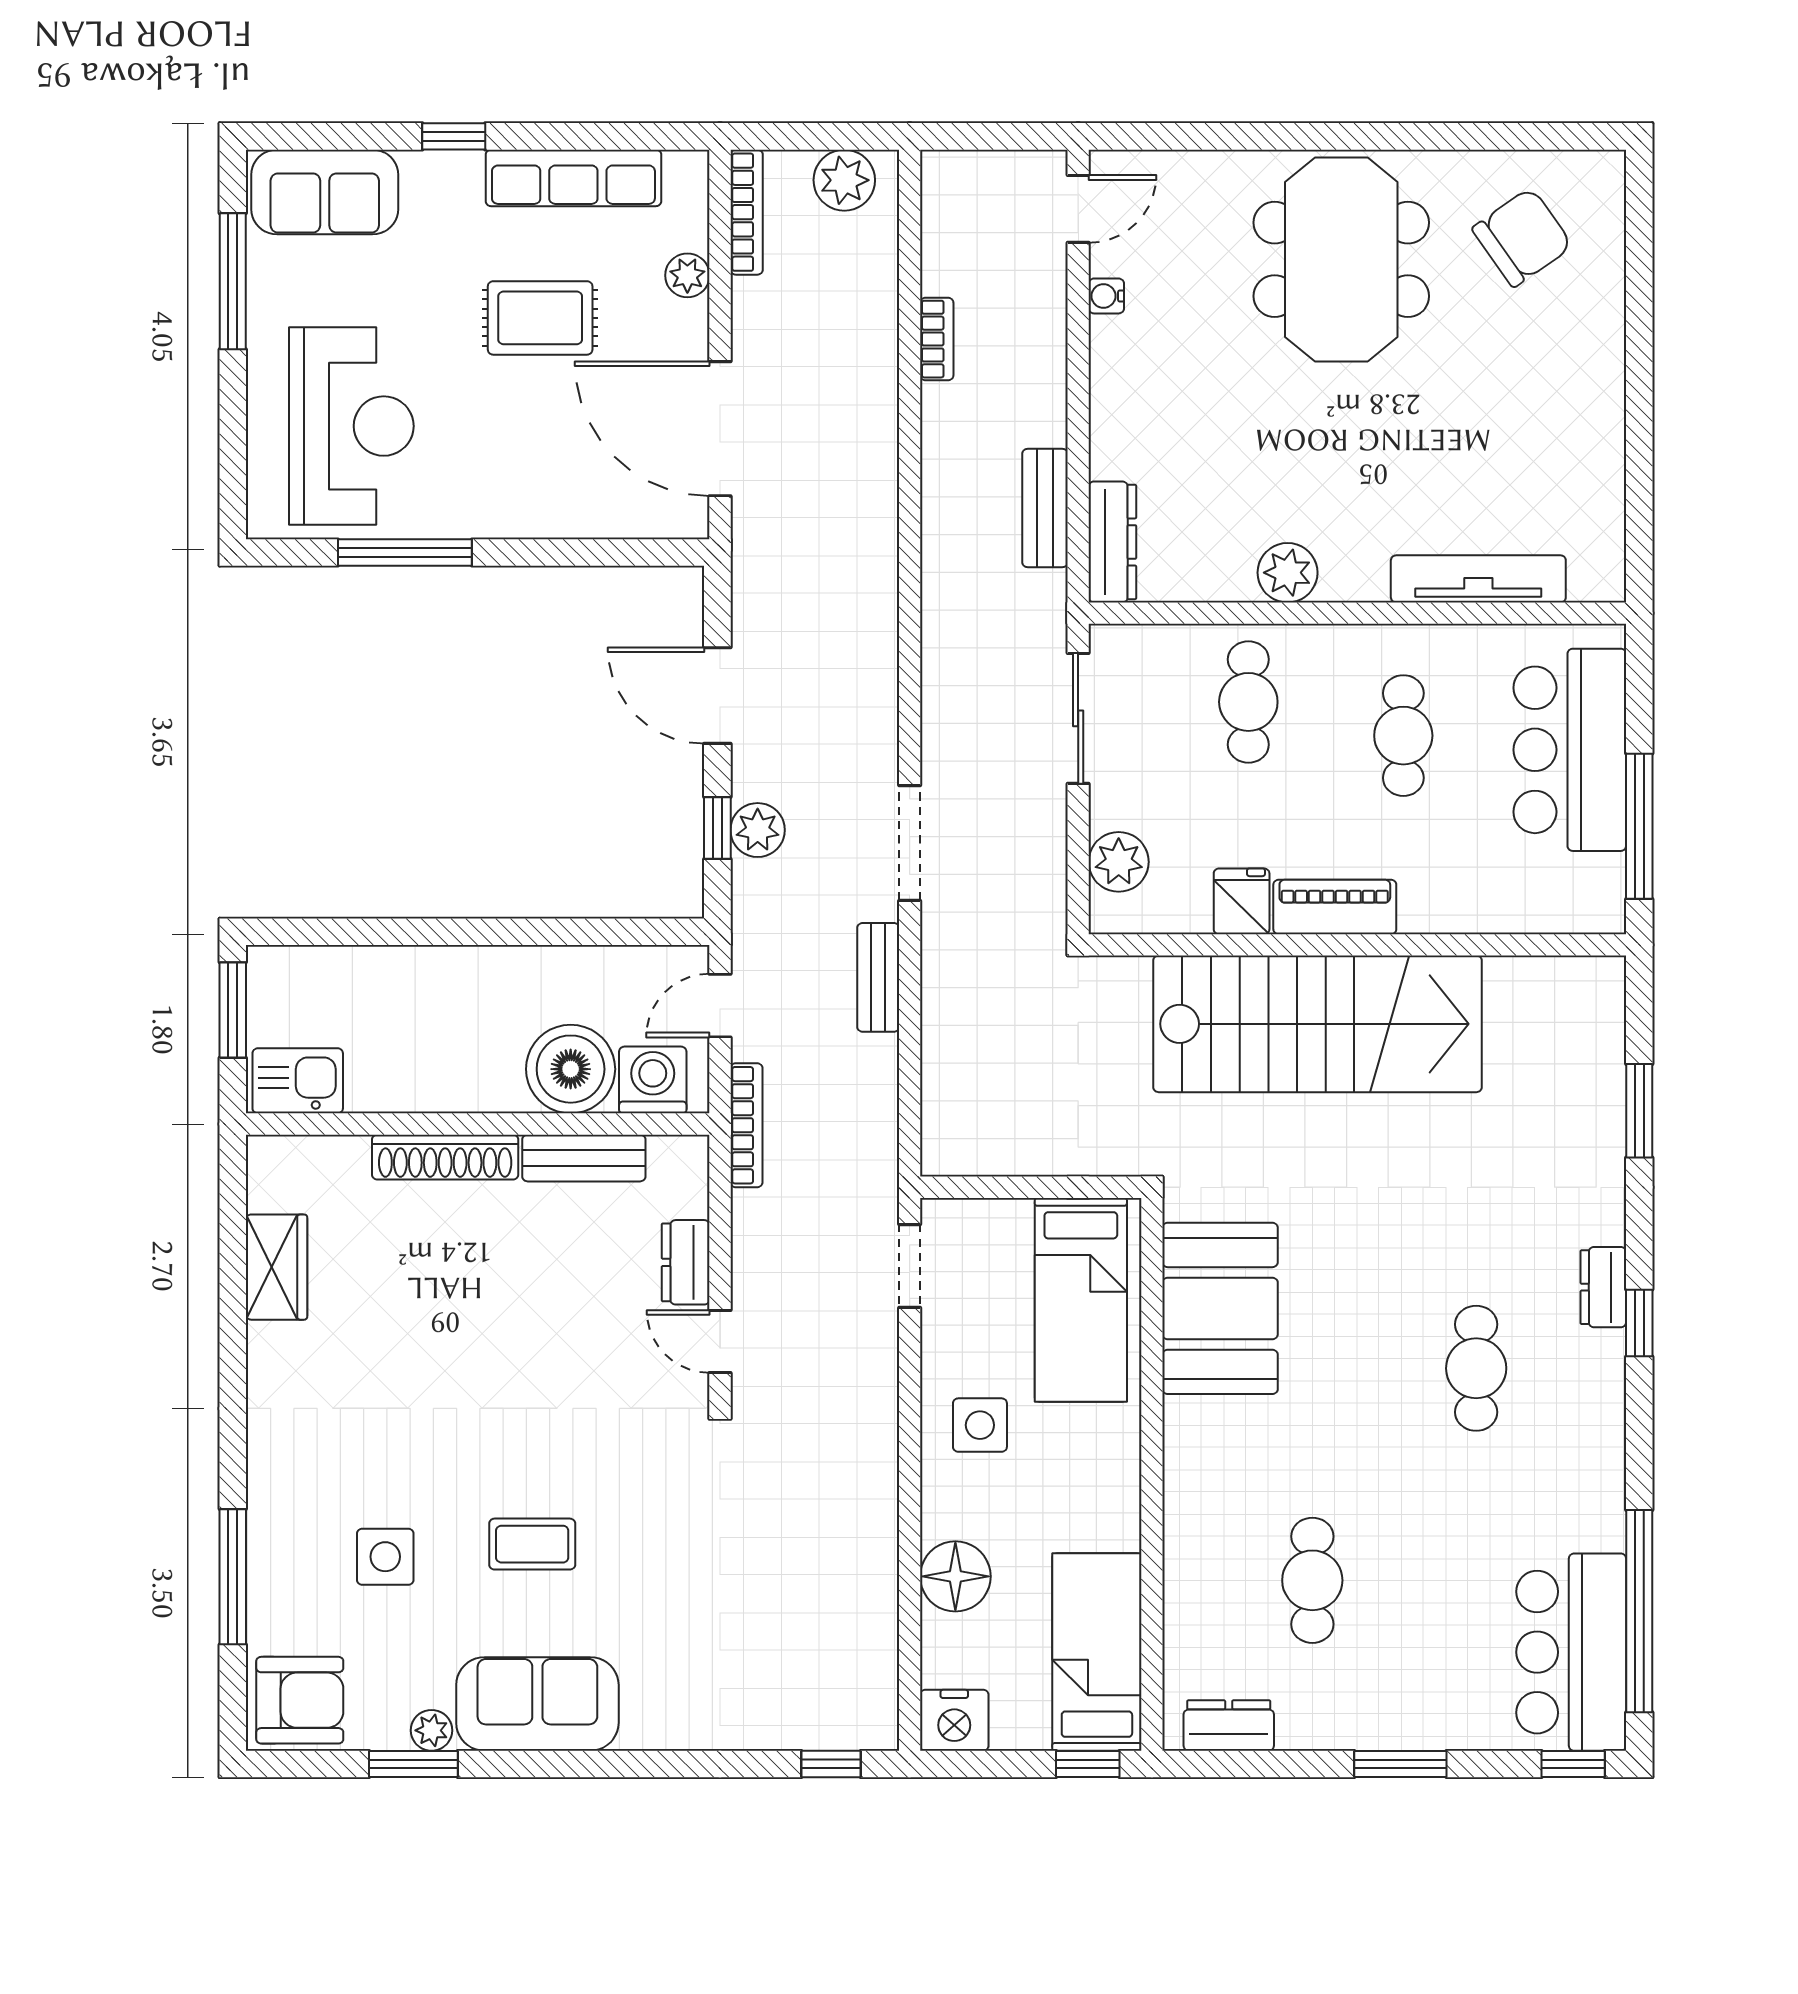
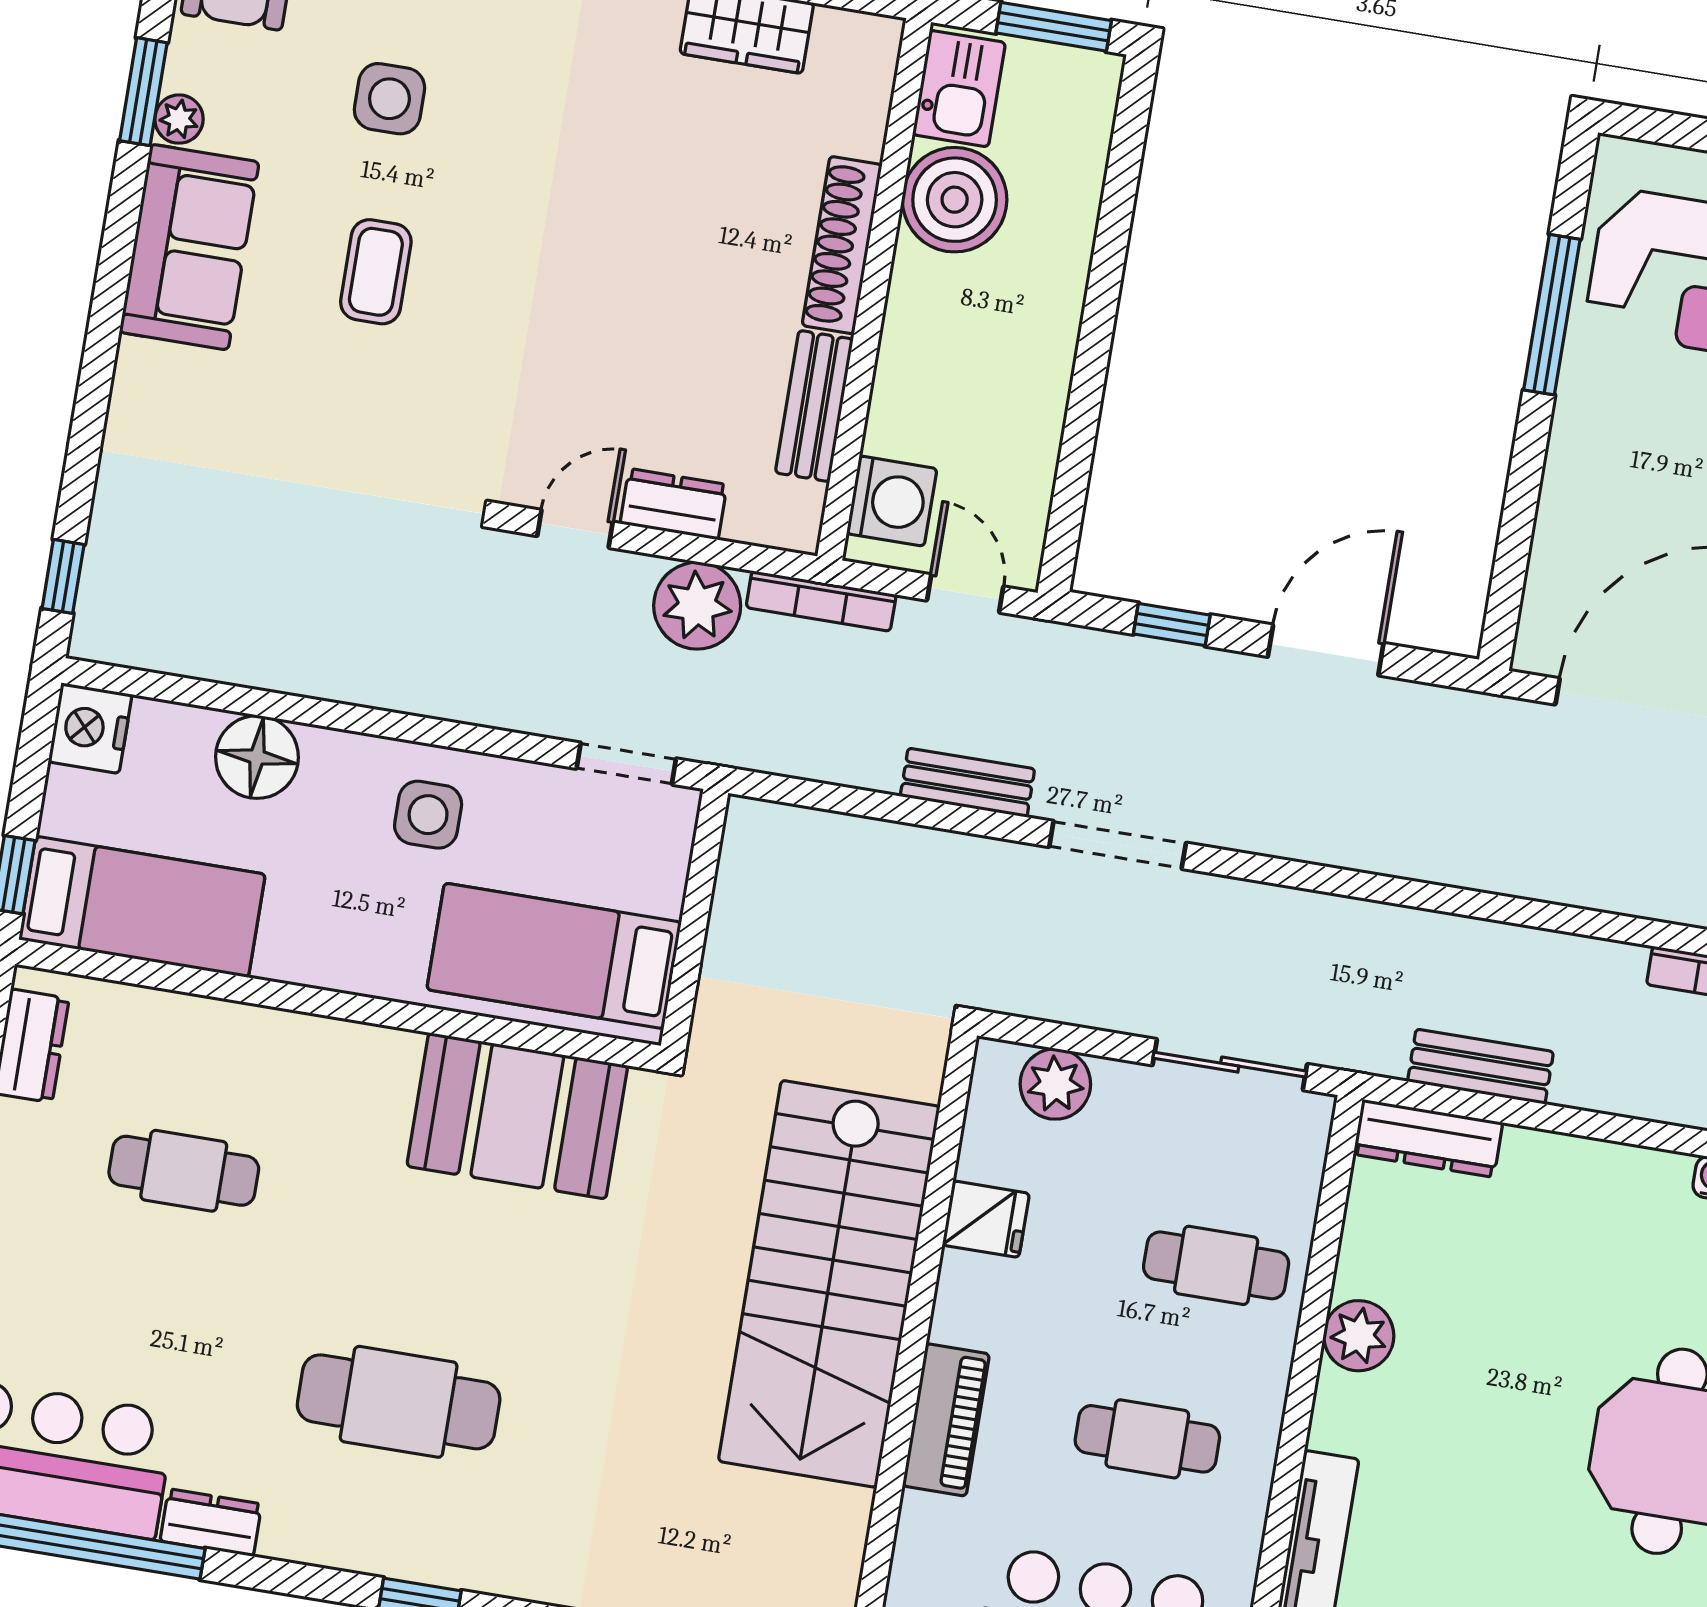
plant: (758, 830) -> (697, 606), moved, width x1.36, depth x1.36
piano: (1335, 907) -> (946, 1420), moved
boiler: (571, 1069) -> (955, 200), moved
dresser: (1603, 1287) -> (211, 1522), moved
cafe table: (1476, 1368) -> (399, 1402), width x1.37, depth x1.35

